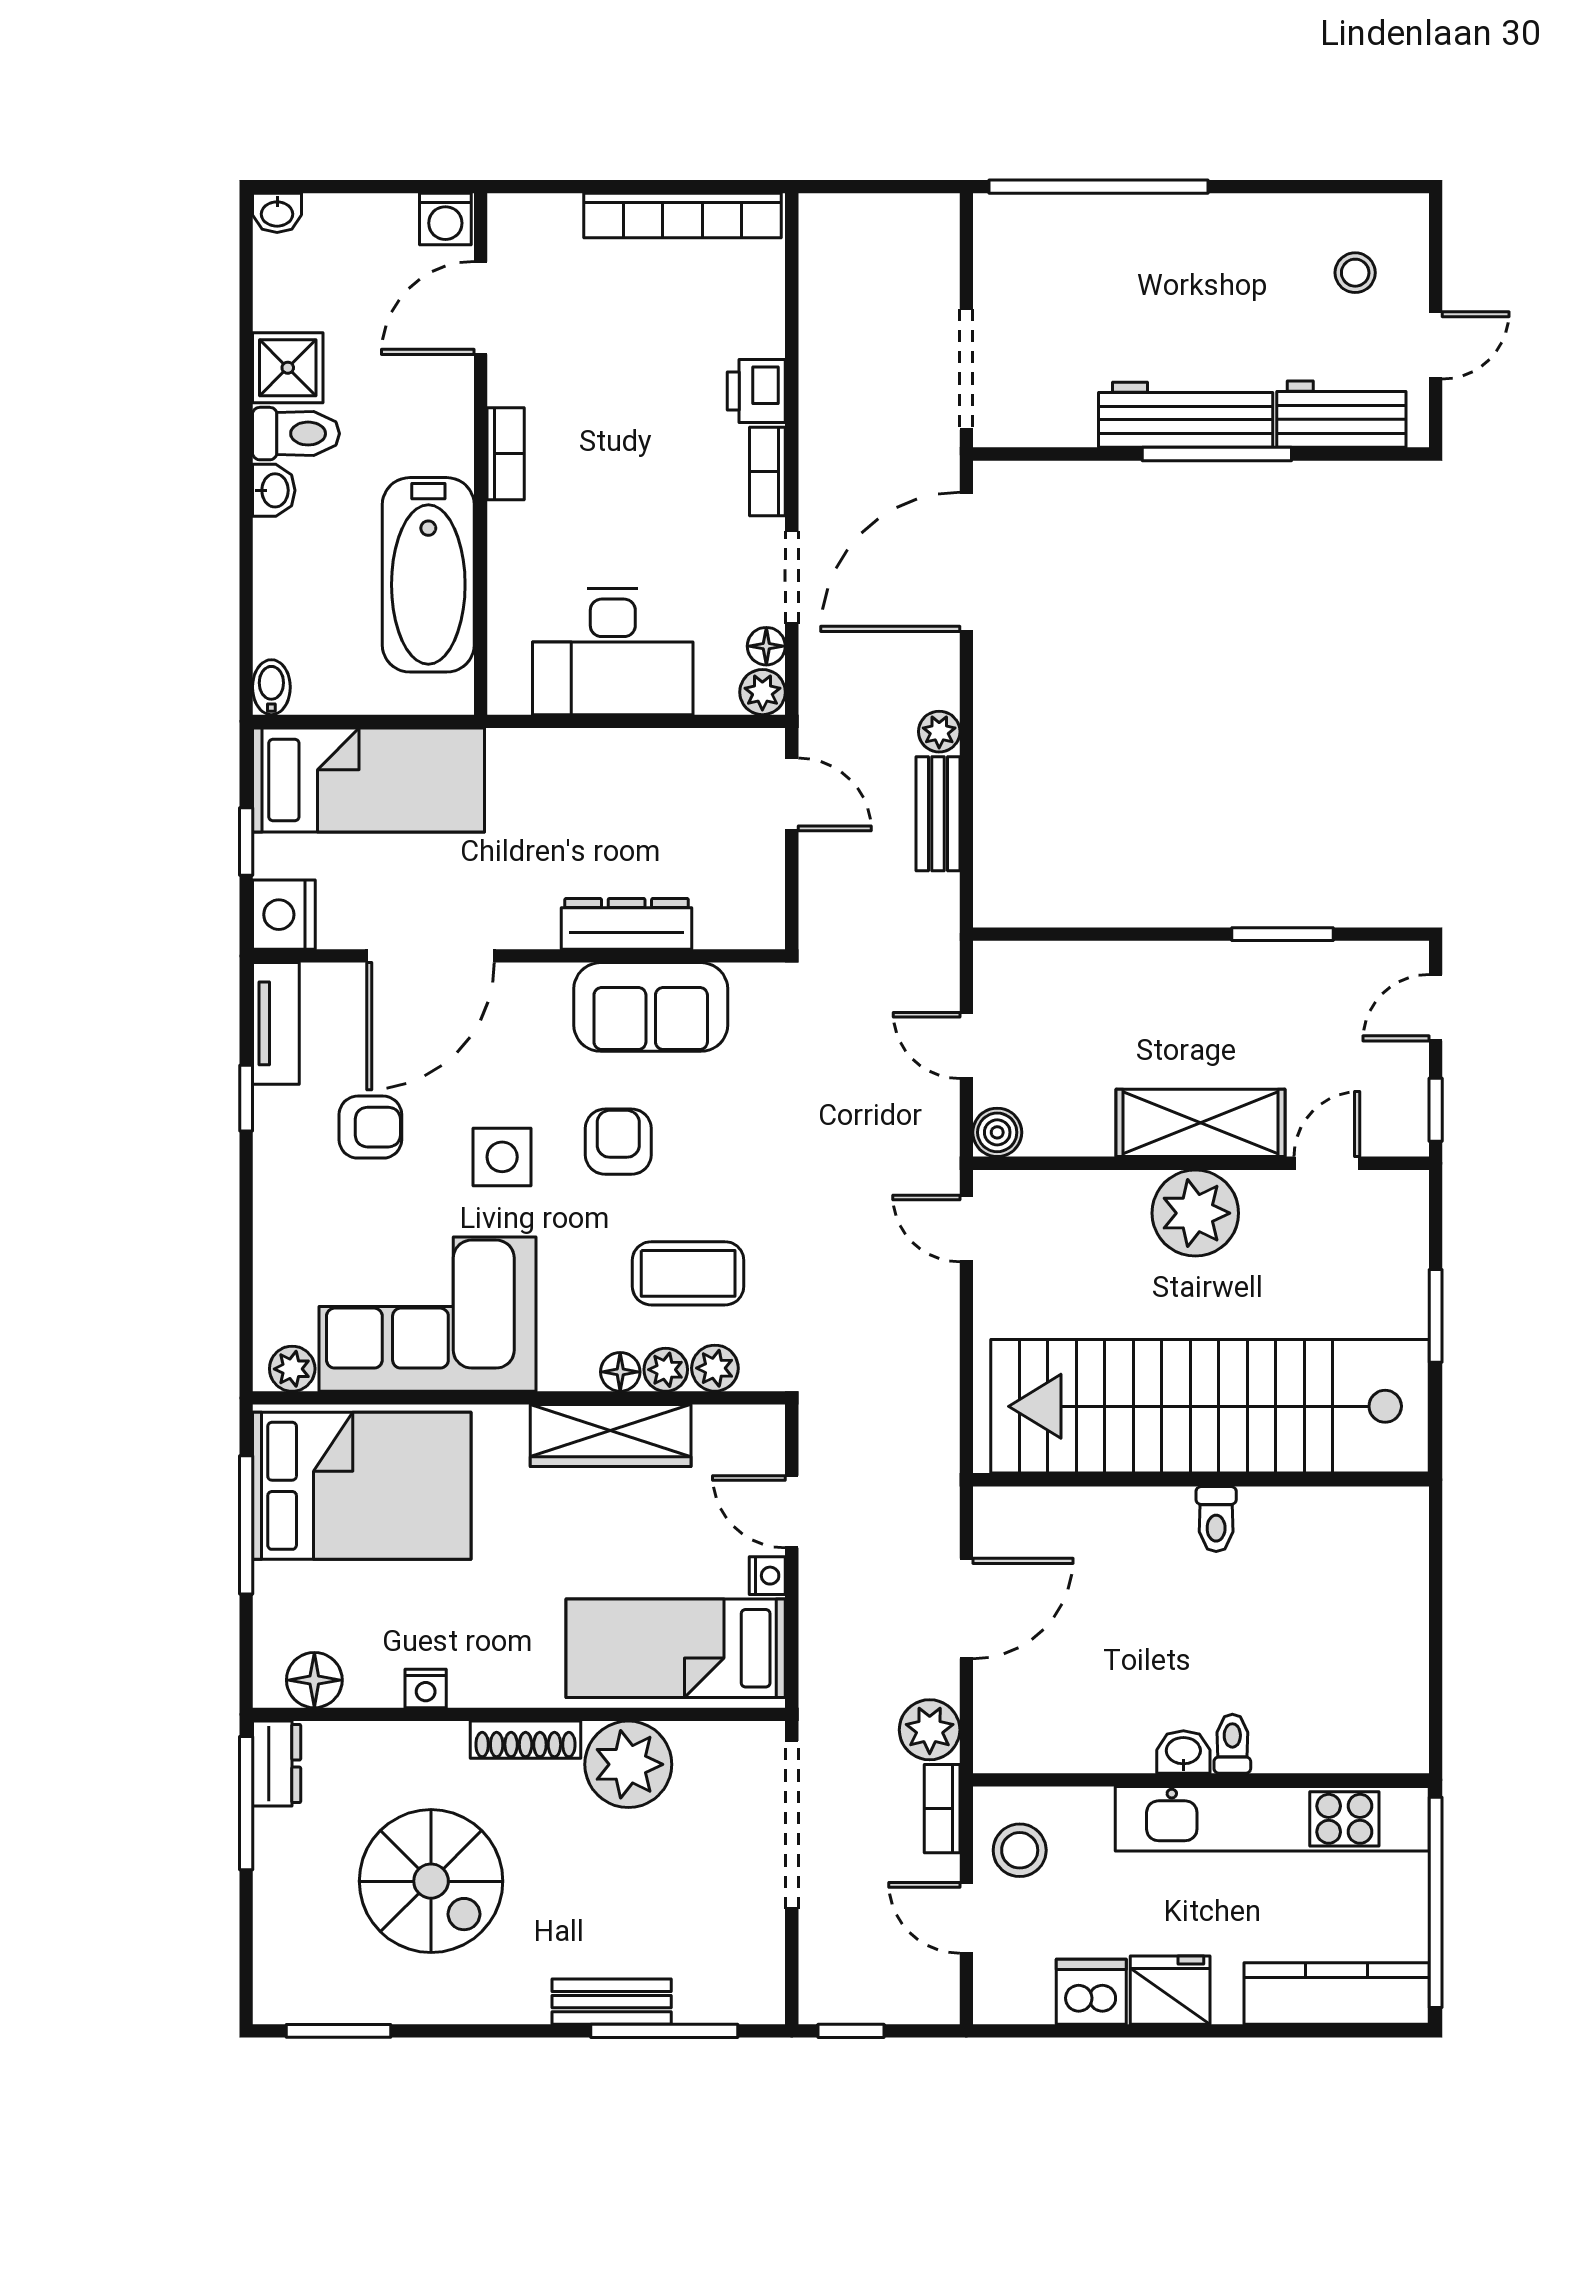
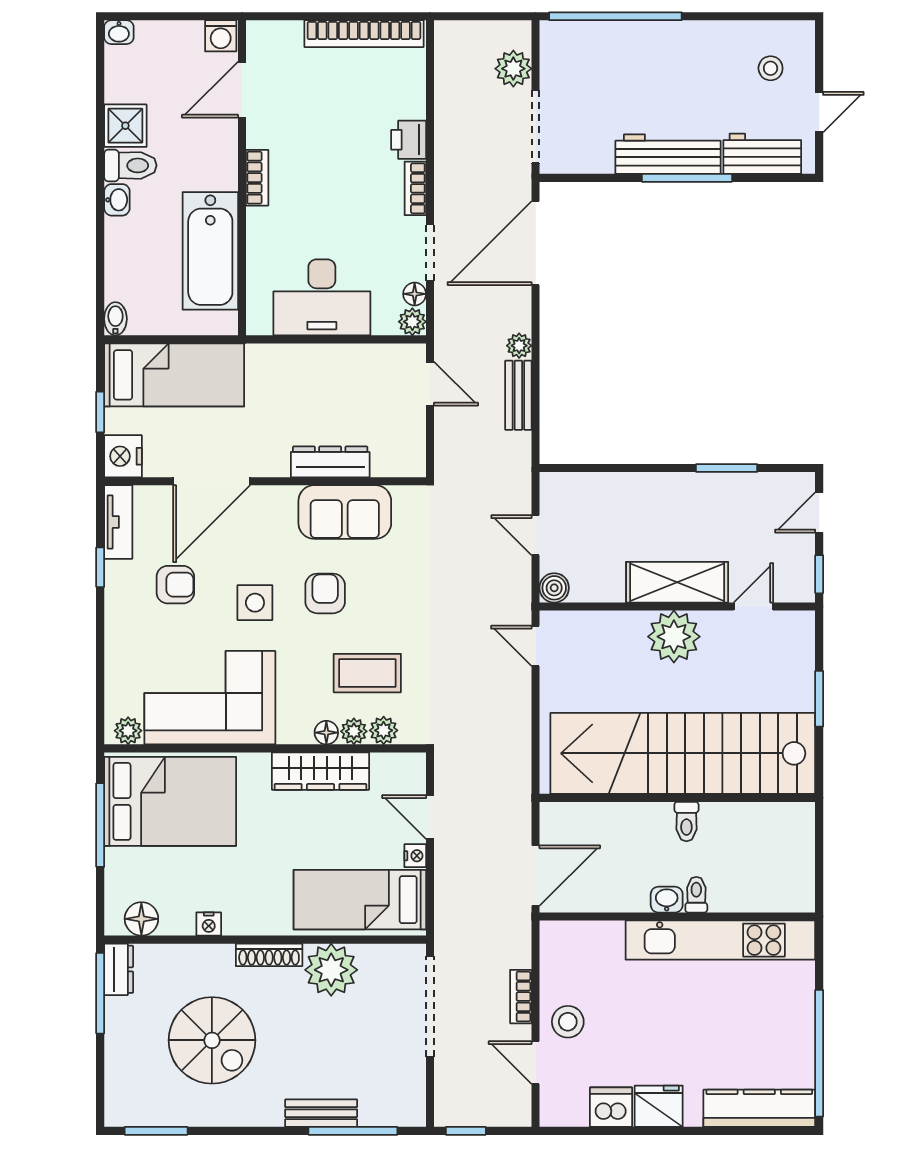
plant: (930, 1730) -> (513, 69), moved
toilet: (1232, 1744) -> (696, 895), moved
washbasin: (1183, 1752) -> (667, 900), moved
wall: (1201, 1780) -> (677, 917), moved
kitchen unit: (1272, 1819) -> (720, 940), moved

